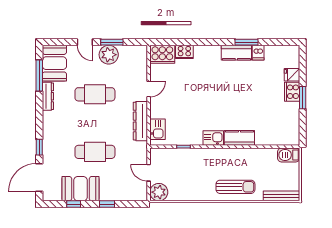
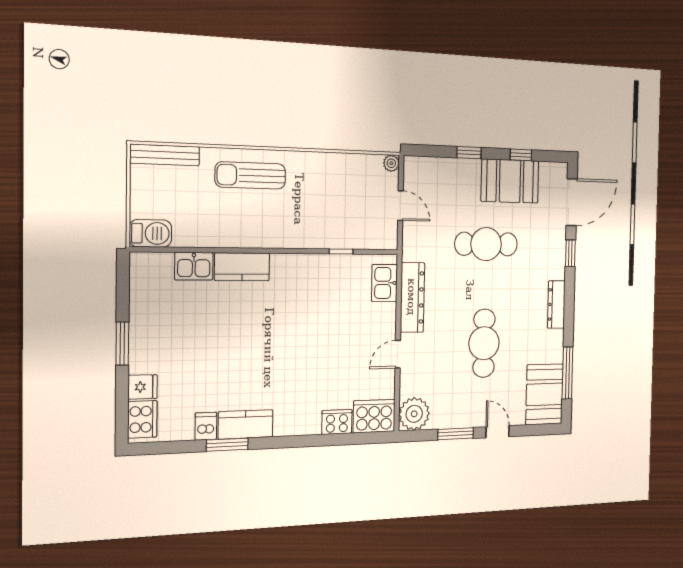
plant: (109, 55) -> (414, 414), moved
cooker: (292, 92) -> (142, 419), moved
cafe table: (95, 94) -> (484, 343), turned 90
dresser: (48, 96) -> (556, 304), moved
kitchen sink: (213, 138) -> (194, 266), moved
plant: (159, 192) -> (391, 163), width x0.53, depth x0.53

